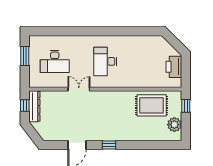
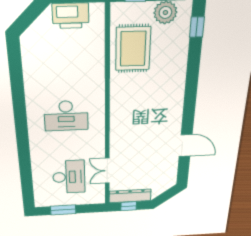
double door: (79, 89) -> (107, 171), moved
window: (109, 145) -> (197, 27), moved

